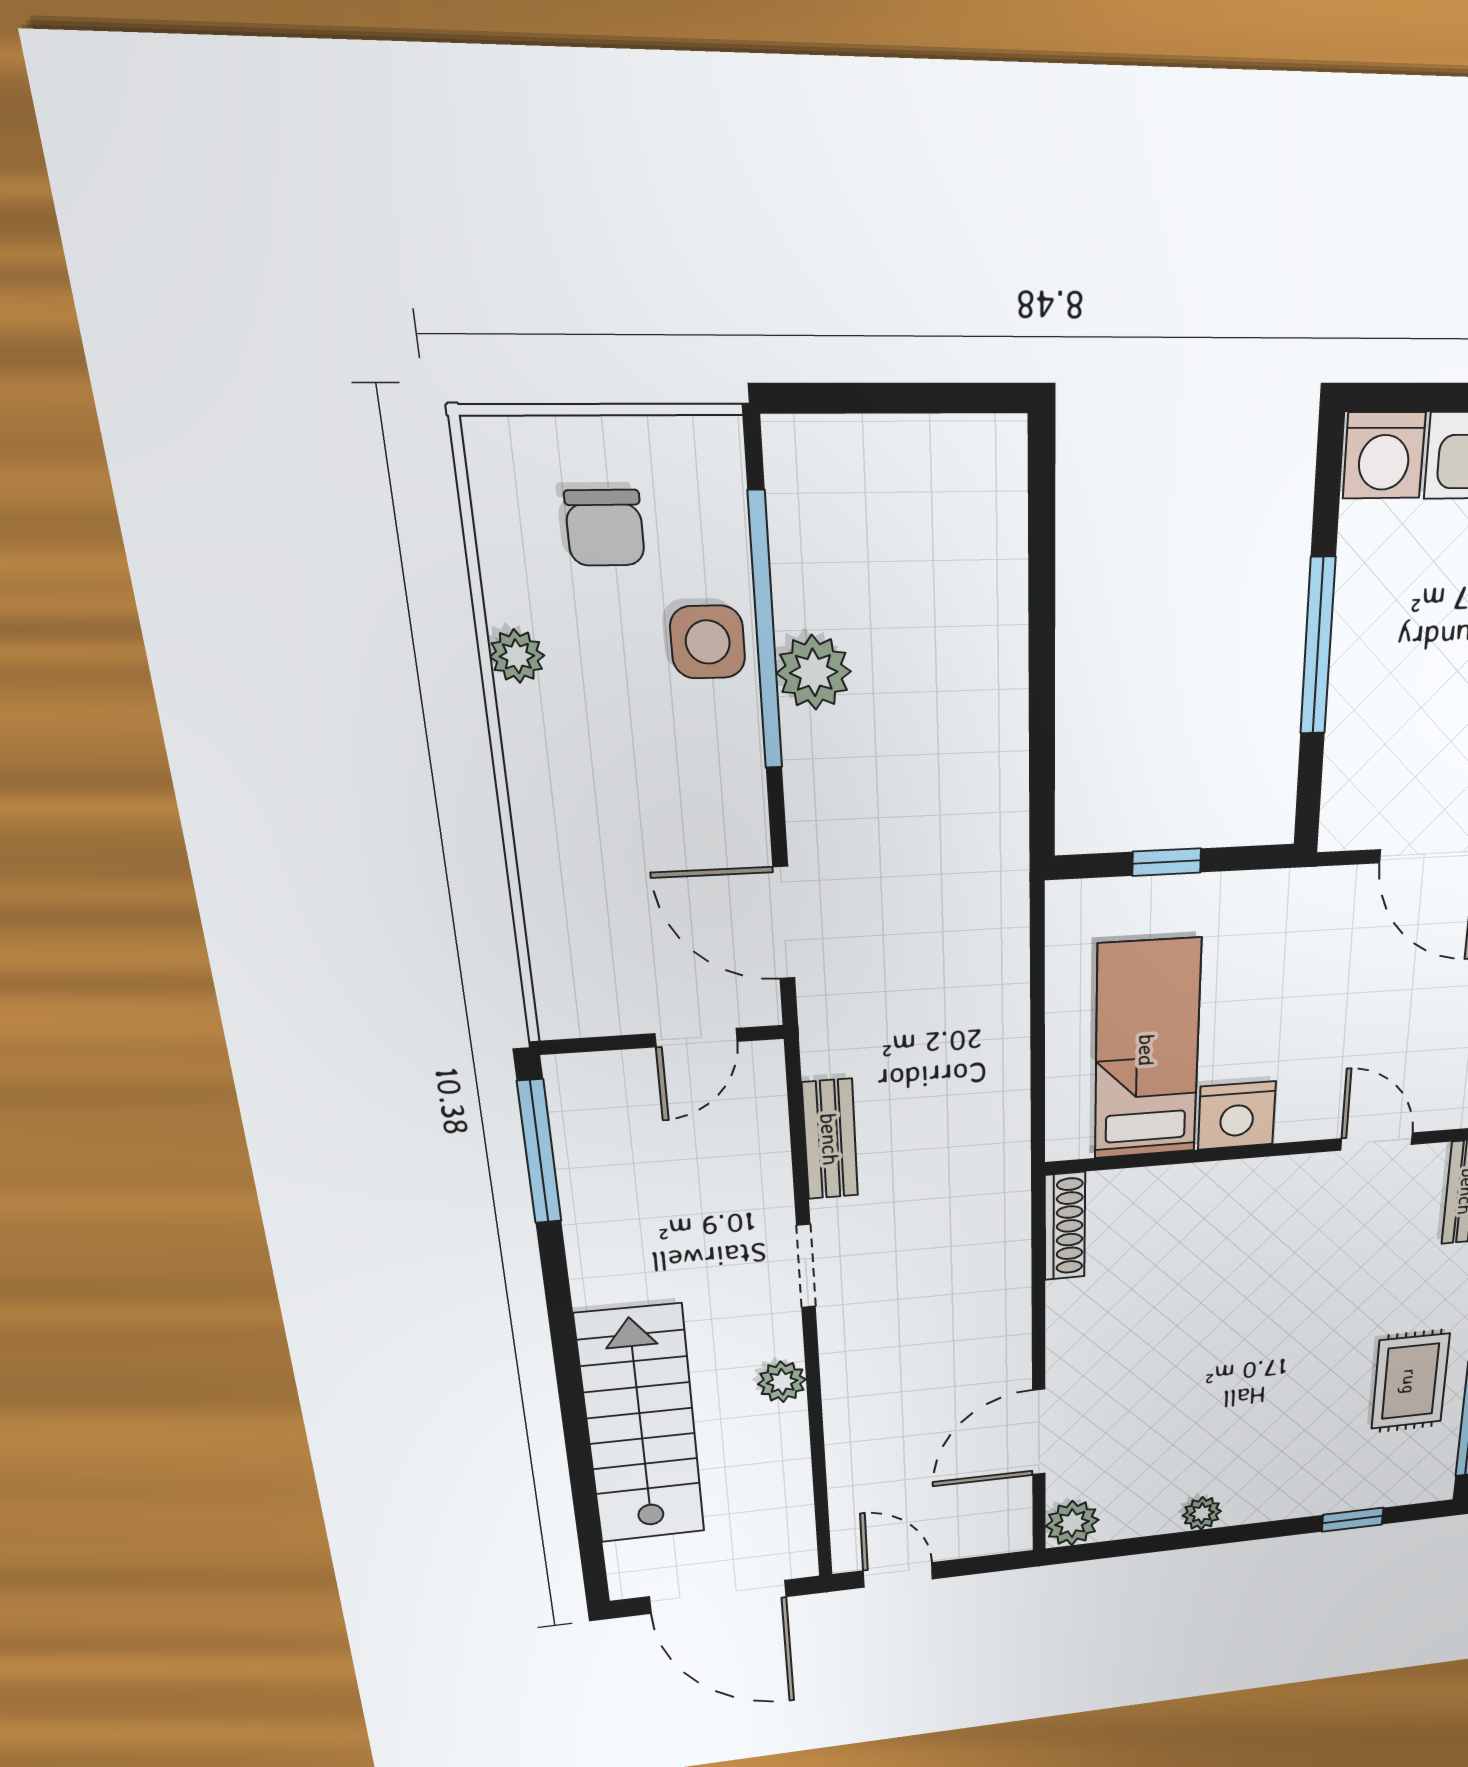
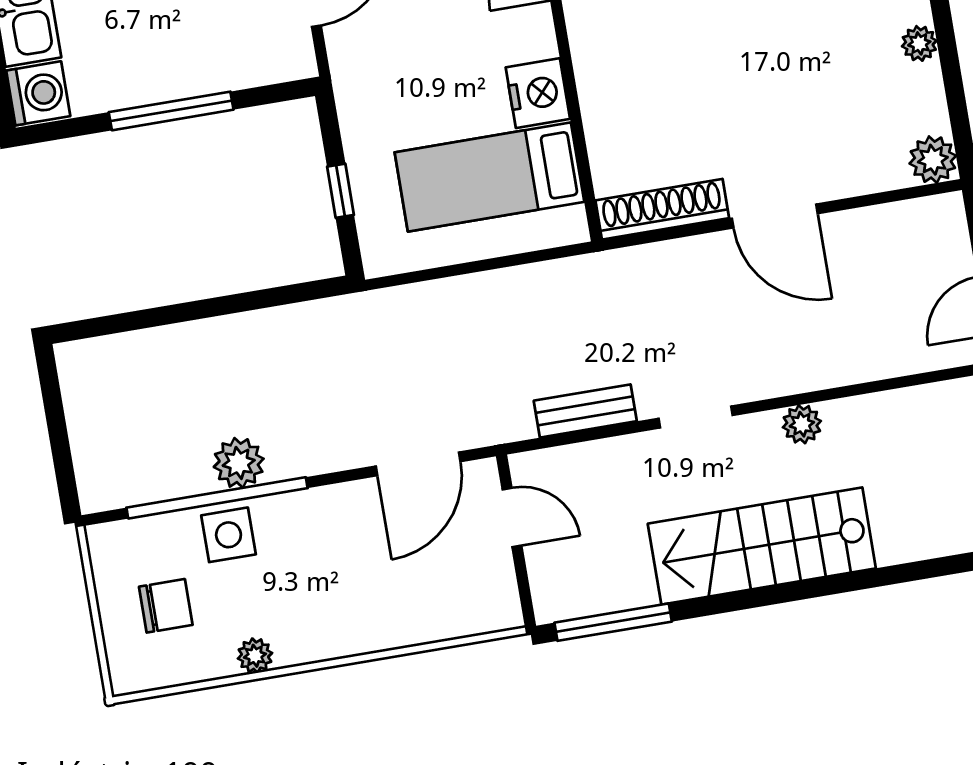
shoe rack: (1065, 1226) -> (662, 209), width x1.36, depth x1.24
stairs: (641, 1425) -> (762, 546), moved
door: (1039, 1432) -> (775, 216), moved

